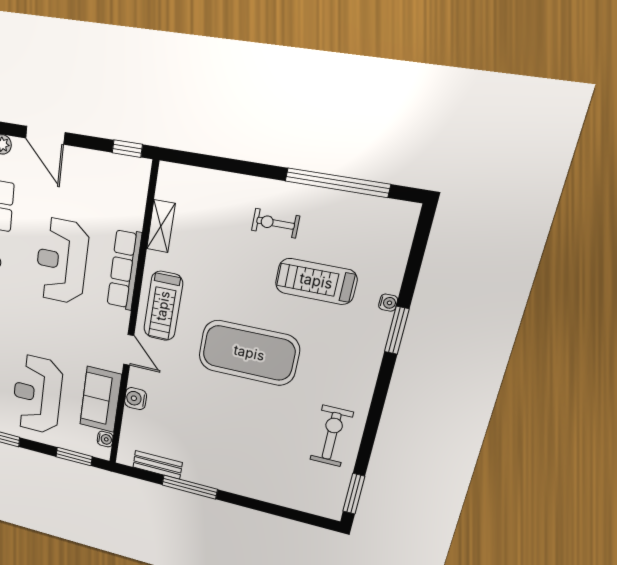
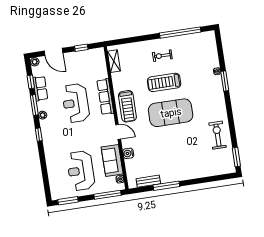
window: (127, 149) -> (81, 48), moved
shelving: (161, 226) -> (114, 61), moved
treadmill: (316, 281) -> (164, 82), moved
window: (74, 457) -> (108, 195), width x1.44

